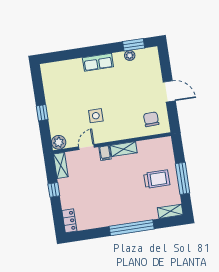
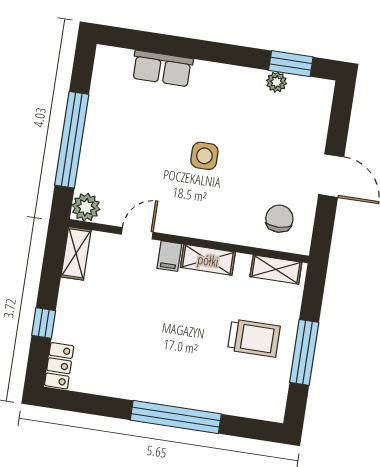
row of seats: (98, 62) -> (162, 68), moved
window: (42, 113) -> (72, 140), width x3.17
side table: (96, 116) -> (204, 156), moved
window: (54, 190) -> (44, 323), moved
shelving: (170, 211) -> (276, 269), moved

